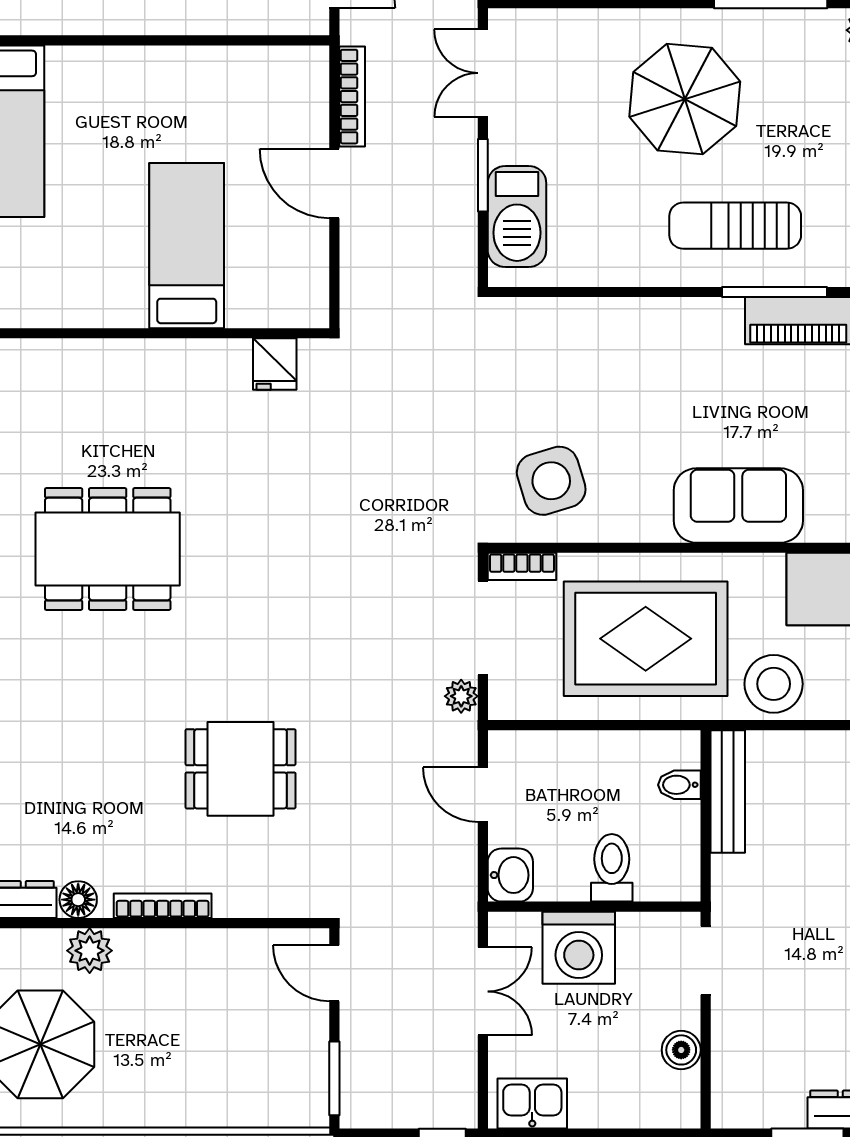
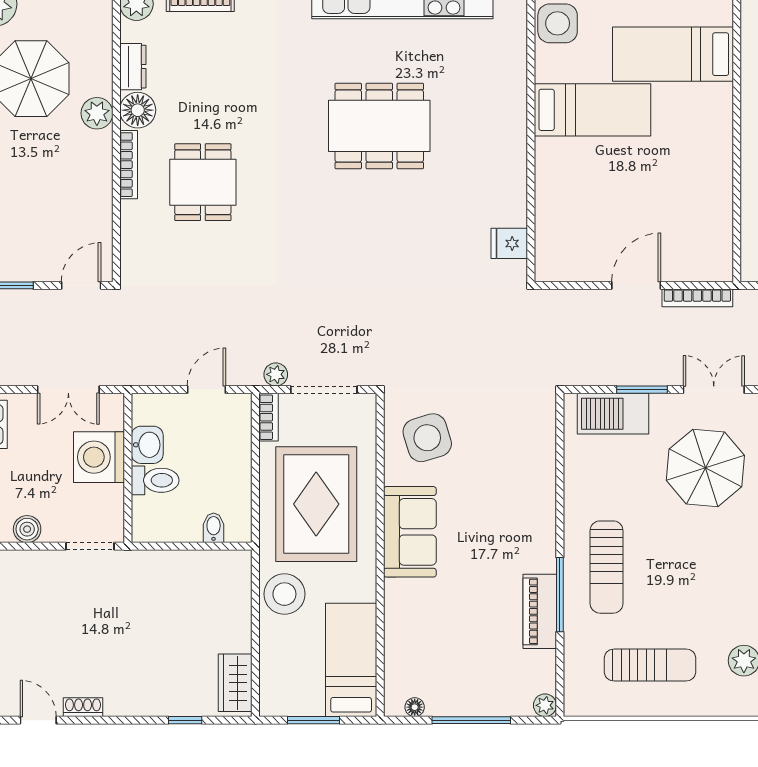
parasol: (685, 99) -> (705, 468), moved
sun lounger: (735, 226) -> (607, 567), turned 180
bed: (187, 246) -> (593, 110), moved
sofa: (738, 505) -> (410, 532), moved
dining table: (108, 549) -> (379, 126), turned 90
bookcase: (522, 566) -> (269, 417), moved, turned 180
dining table: (241, 769) -> (203, 182), moved
bench: (728, 791) -> (209, 562), removed
washbasin: (510, 875) -> (147, 445), moved, turned -90
floor lamp: (78, 900) -> (138, 110), width x1.38, depth x1.38

